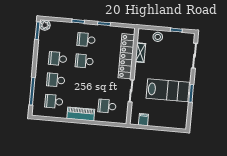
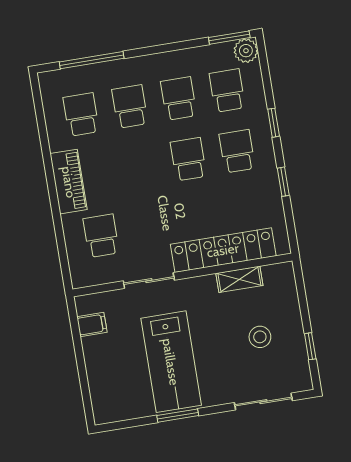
school desk: (60, 37) -> (227, 91), added
stool: (158, 37) -> (260, 337), moved

